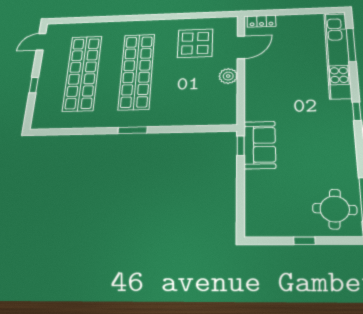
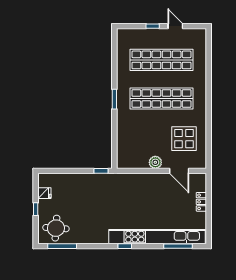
locker: (261, 21) -> (201, 202), moved
door: (41, 42) -> (175, 26), moved
kitchen unit: (338, 55) -> (157, 237), width x1.36
sofa: (260, 145) -> (101, 183), removed
fridge: (277, 227) -> (44, 193), added

